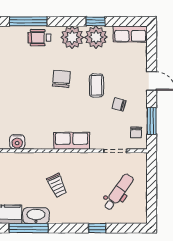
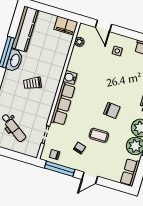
window: (152, 121) -> (60, 169), width x1.44
row of seats: (72, 141) -> (63, 104), width x1.48
water cooler: (17, 142) -> (70, 77), moved

